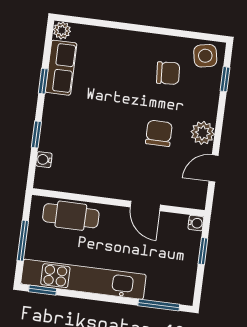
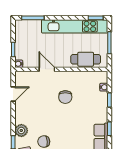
chair: (159, 133) -> (65, 97), moved
plant: (203, 133) -> (21, 130), moved

